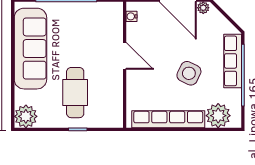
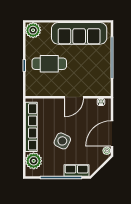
row of seats: (233, 61) -> (77, 171), width x0.68

